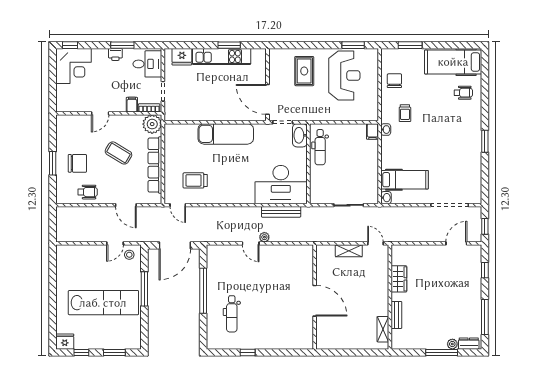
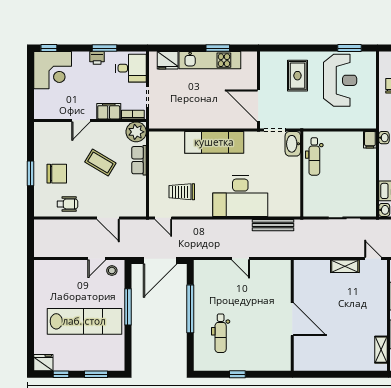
filing cabinet: (132, 105) -> (109, 111), width x2.00
row of seats: (155, 165) -> (139, 160), width x0.50
desk: (281, 185) -> (240, 196), moved
plant: (264, 237) -> (255, 252), removed
wall: (315, 297) -> (292, 315), moved
door: (315, 301) -> (292, 319), moved

